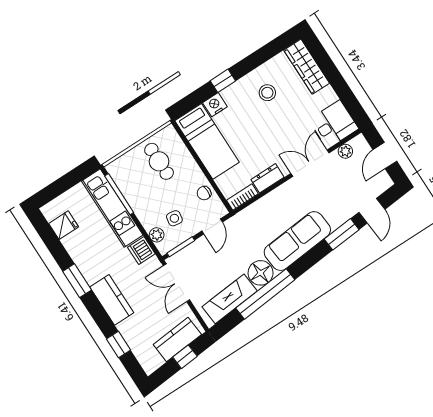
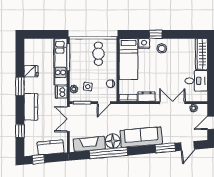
stool: (267, 93) -> (162, 48), moved
desk: (334, 124) -> (196, 81), moved
fridge: (64, 225) -> (31, 71), moved
window: (185, 357) -> (38, 159), moved

